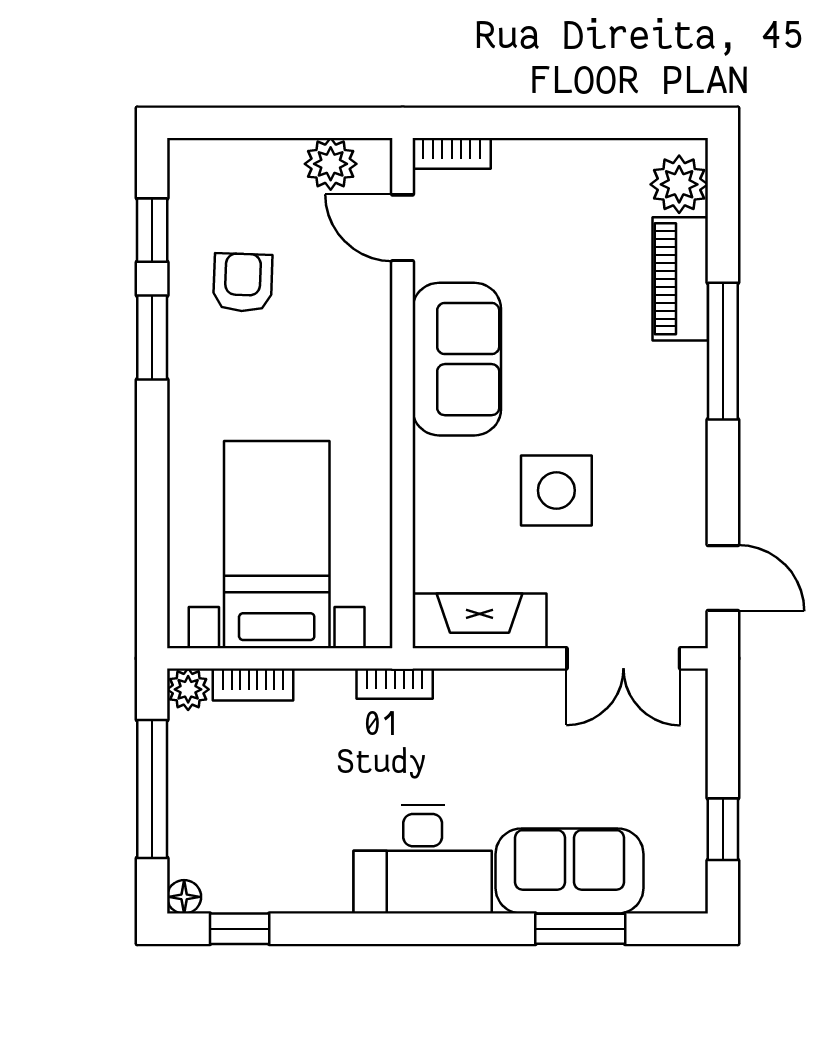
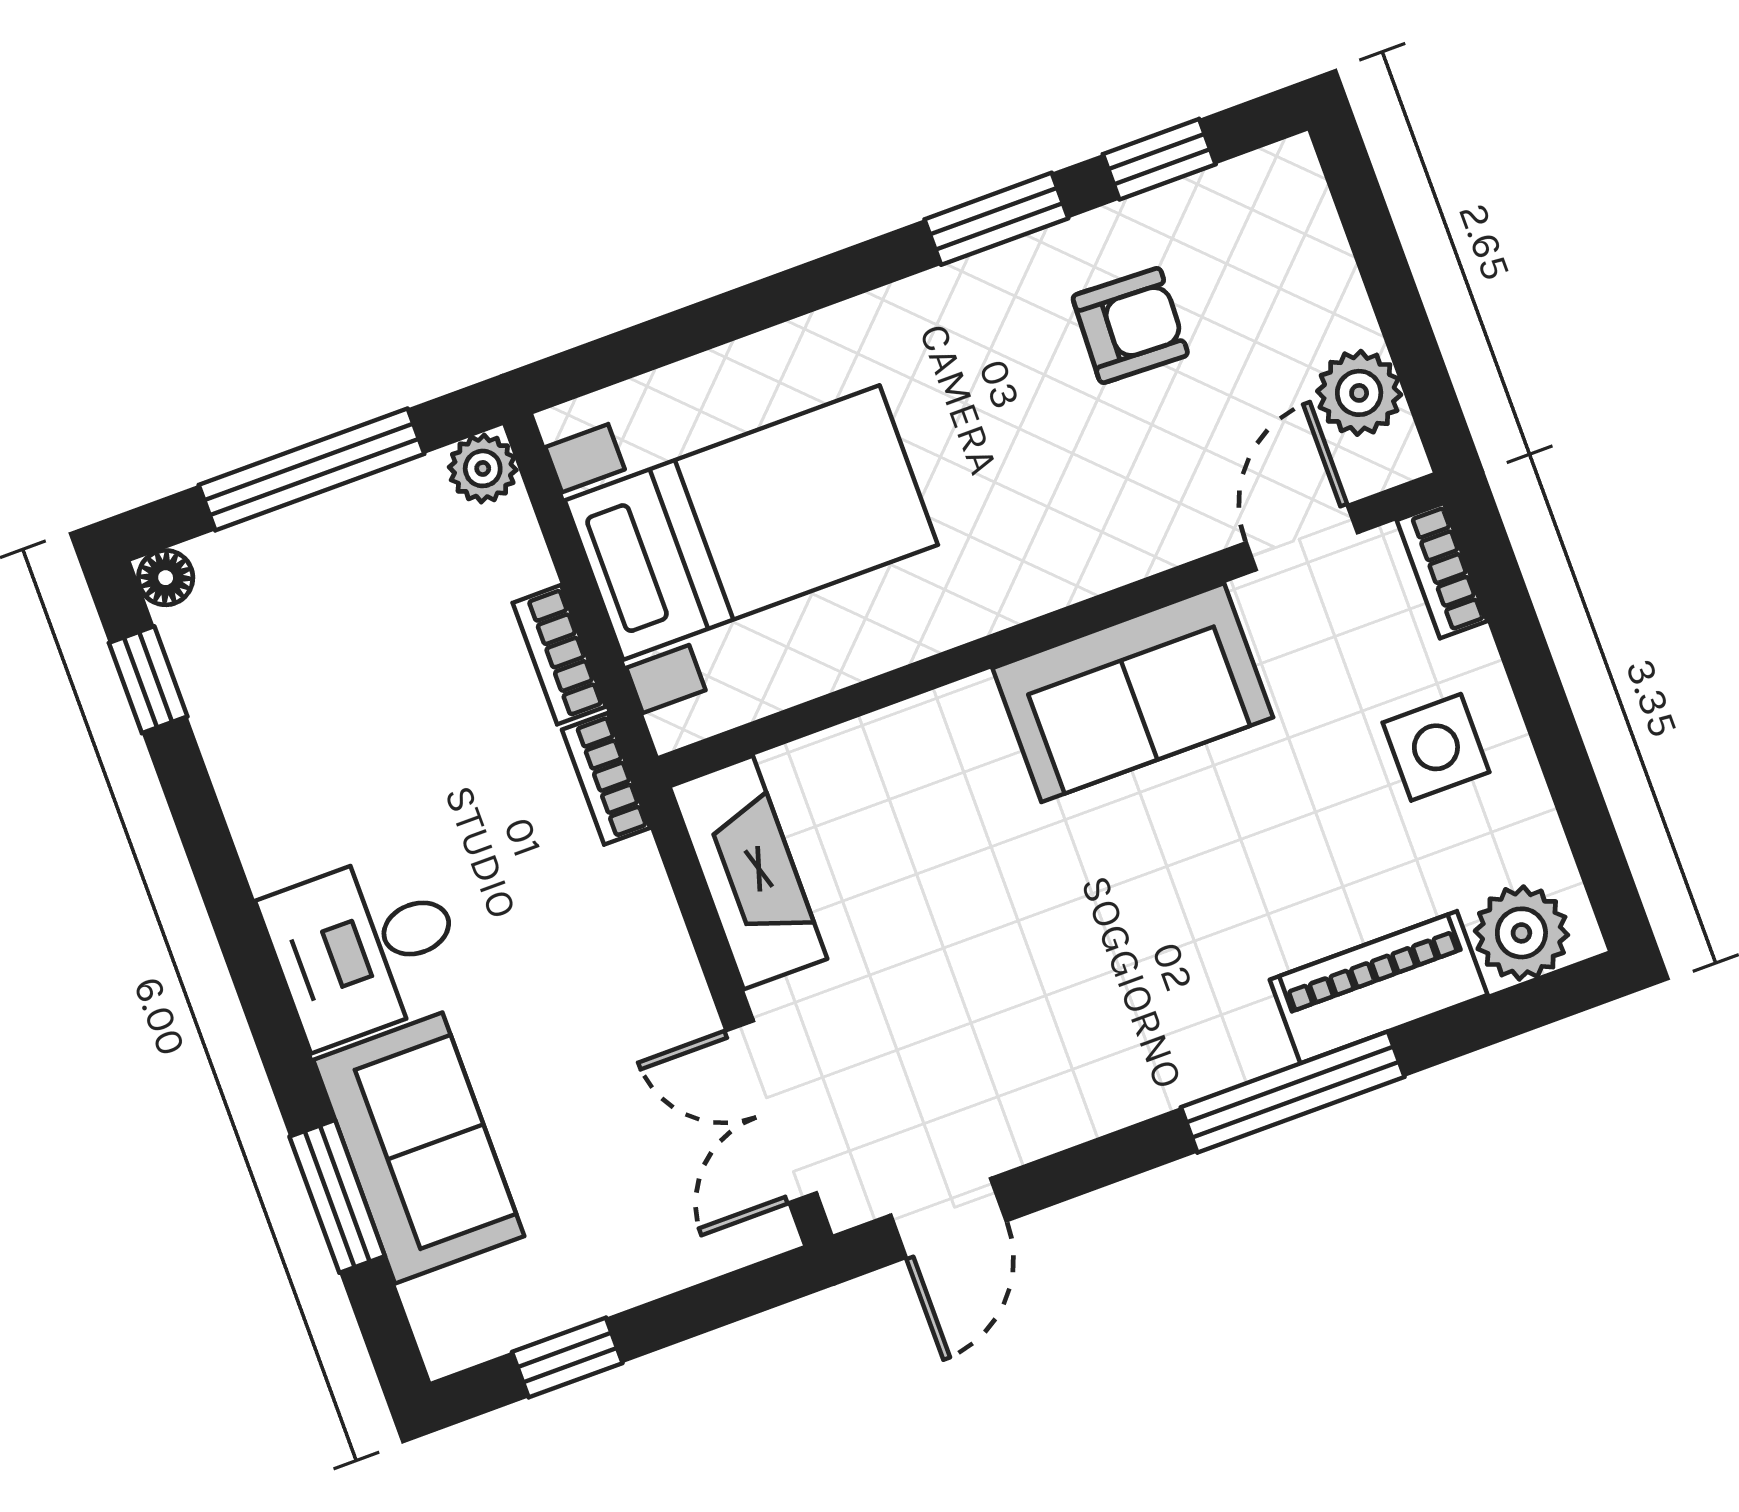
side table: (556, 490) -> (1436, 747), moved, width x0.73, depth x0.73
bookcase: (253, 684) -> (559, 655), moved
desk: (423, 859) -> (365, 947), width x0.73

